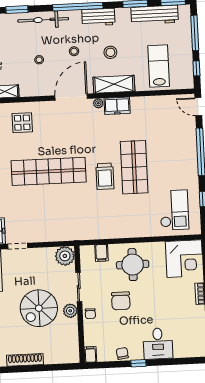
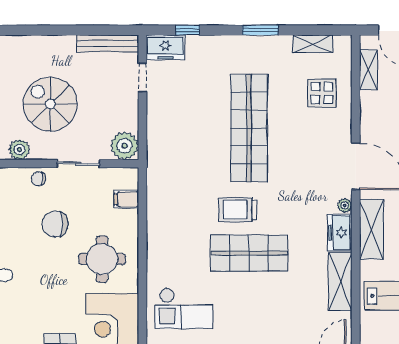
shelving: (151, 104) -> (340, 282), added
round table: (133, 265) -> (102, 259), moved
plant: (70, 311) -> (19, 150), moved

